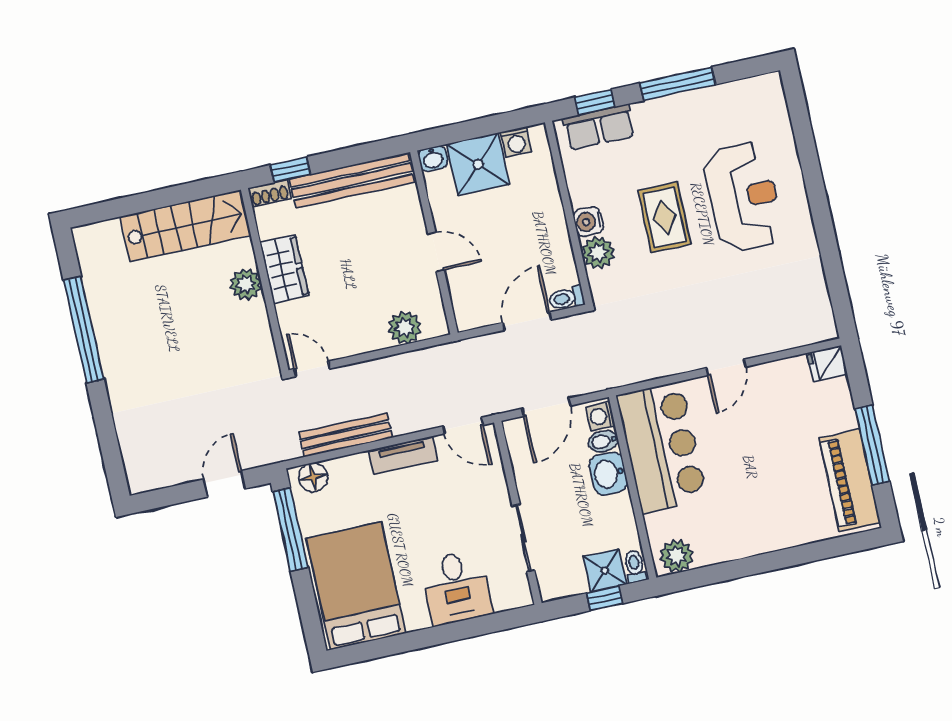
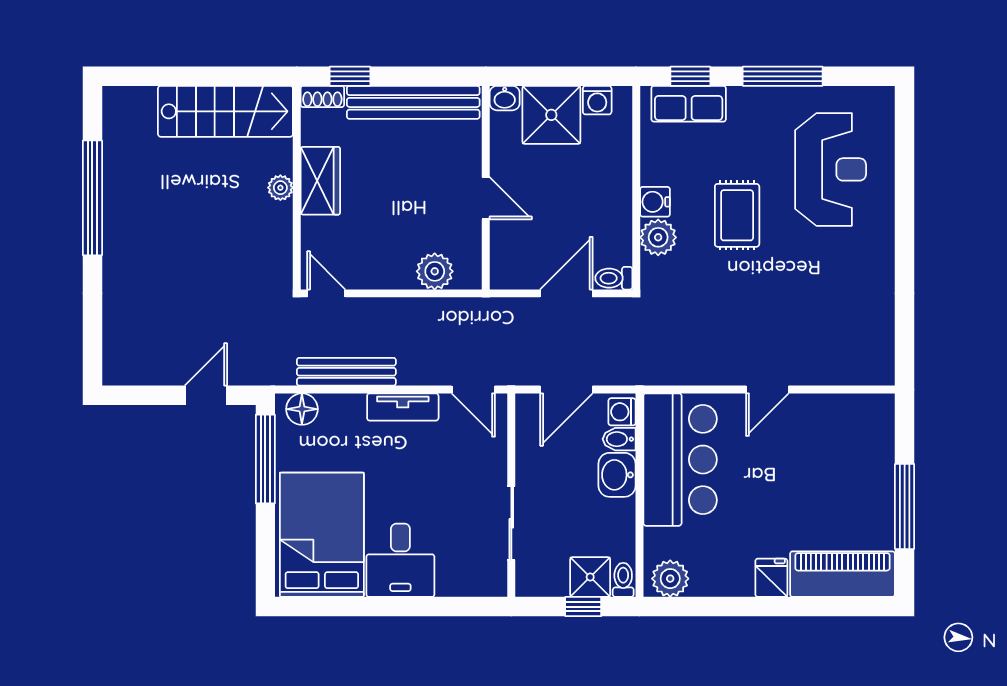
reception desk: (744, 197) -> (831, 169), moved
plant: (246, 284) -> (280, 188), width x0.73, depth x0.73
fridge: (827, 364) -> (771, 578), moved, turned 90
piano: (850, 480) -> (842, 574), moved, turned 90
desk: (457, 588) -> (400, 560), moved

